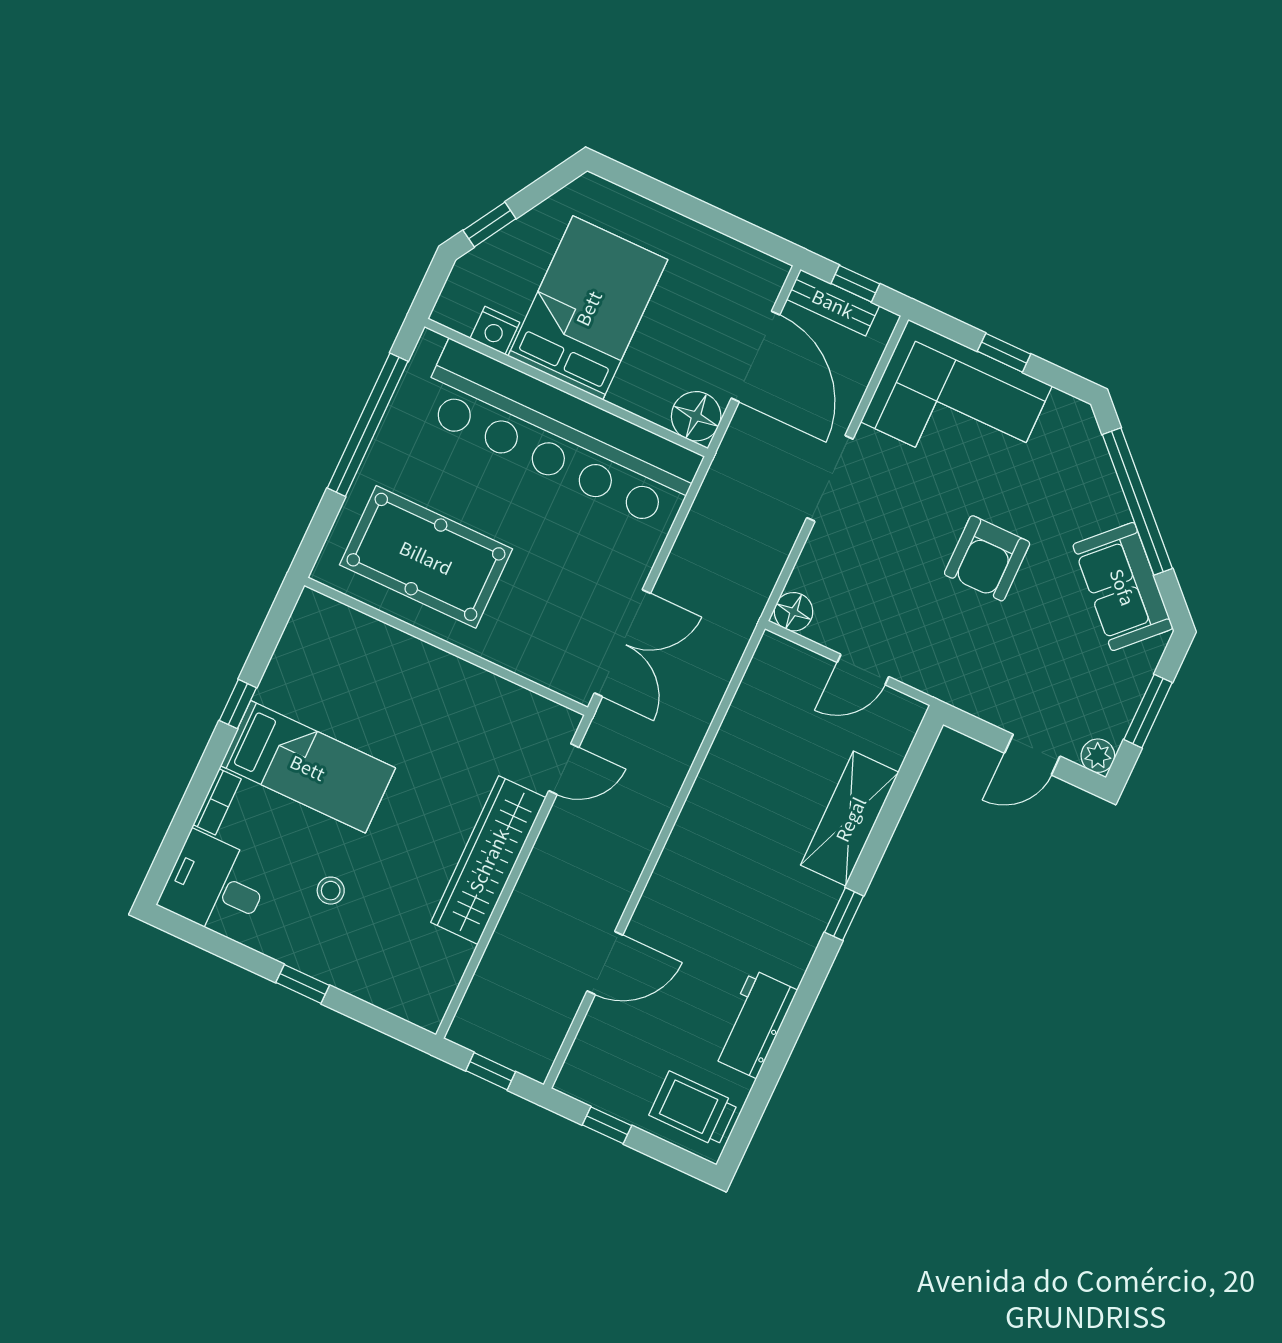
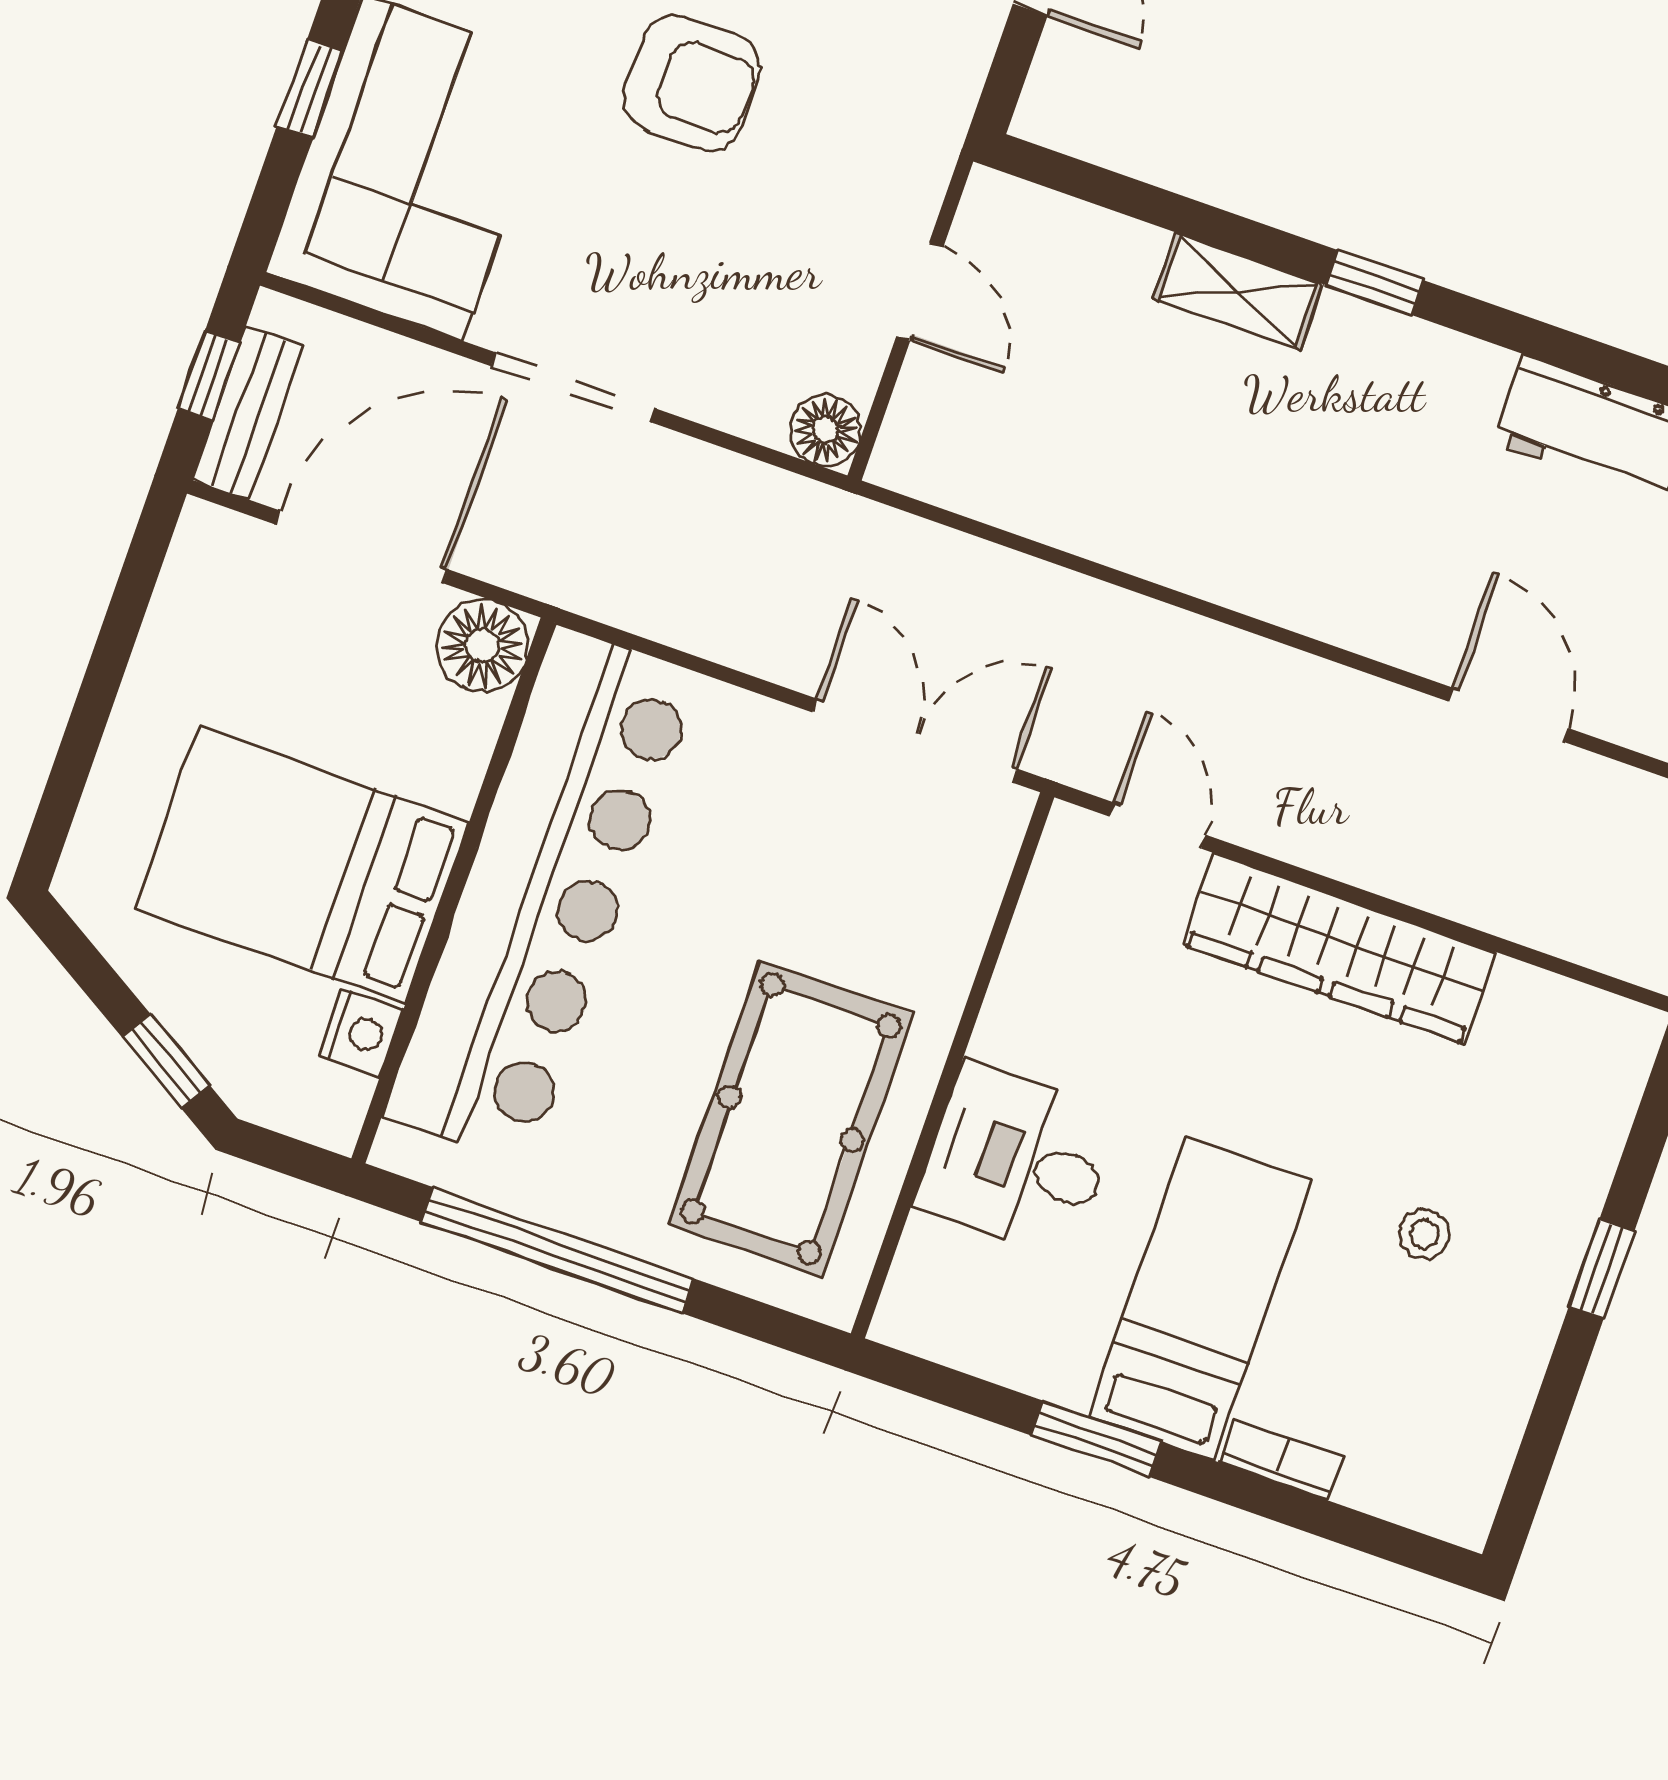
window: (238, 704) -> (1097, 1439), width x1.50
shelving: (850, 819) -> (1238, 291), width x0.67, depth x0.75
desk: (215, 886) -> (1017, 1160), moved, turned 90

